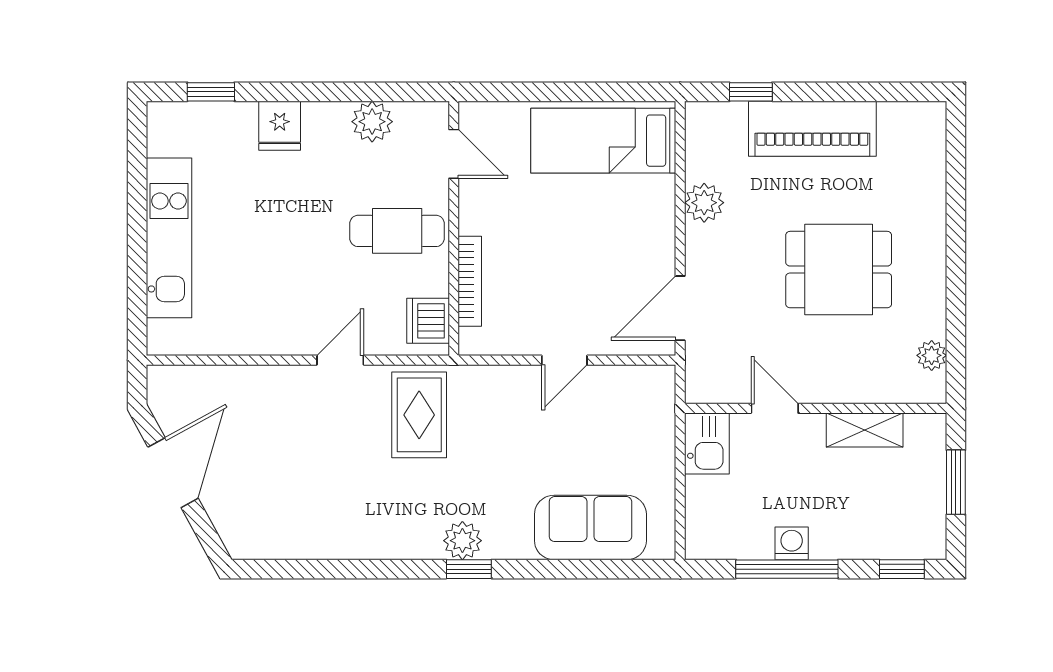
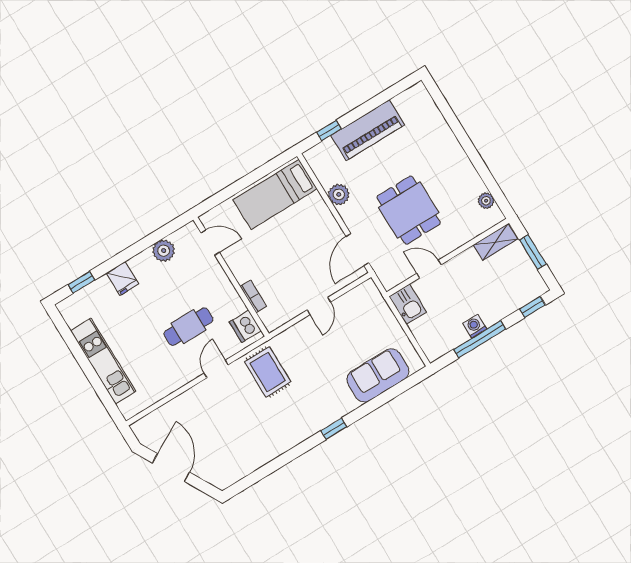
cafe table: (397, 231) -> (189, 327), moved
dining table: (839, 270) -> (409, 210), moved, turned 90
bookcase: (470, 281) -> (253, 296), width x0.64
shelving: (865, 430) -> (495, 242), moved
plant: (462, 541) -> (323, 417), removed

